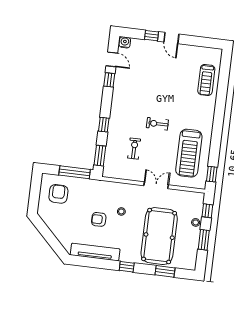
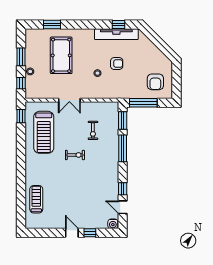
window: (104, 125) -> (123, 148), width x2.17
treadmill: (189, 153) -> (44, 132), turned 180
pool table: (159, 236) -> (61, 55), width x0.73, depth x0.76
window: (127, 267) -> (119, 25), moved

